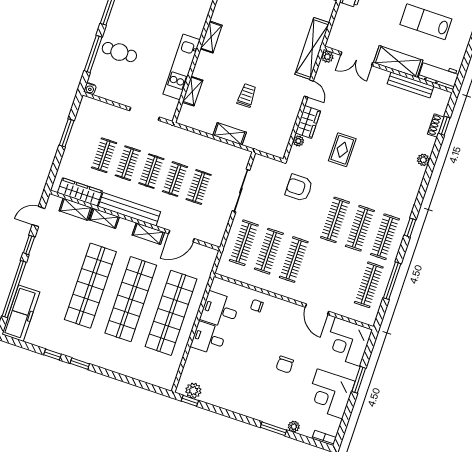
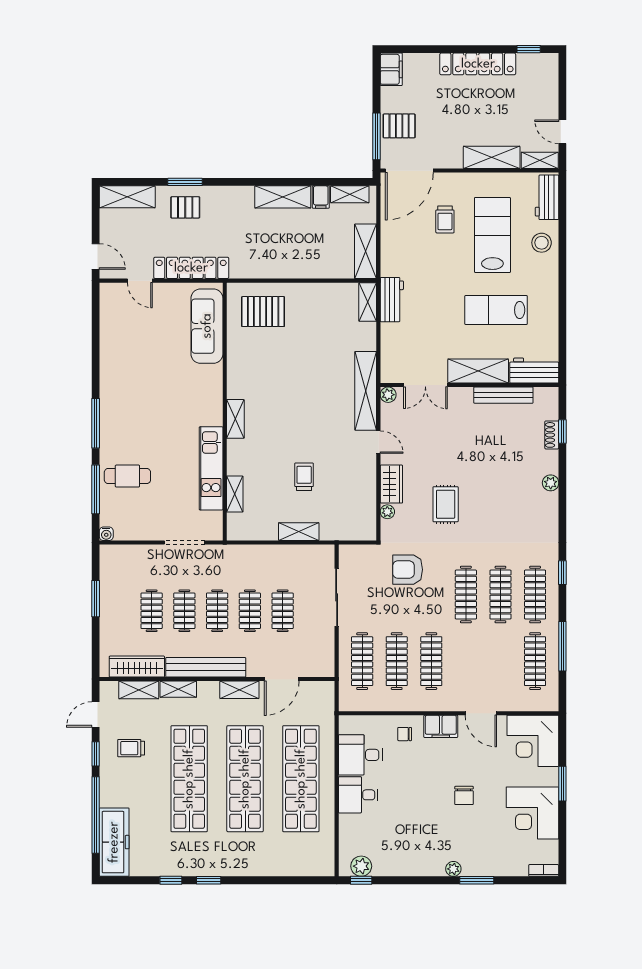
trolley: (56, 249) -> (131, 748), added
filing cabinet: (285, 309) -> (441, 726), added
plant: (294, 427) -> (453, 869), moved

